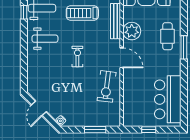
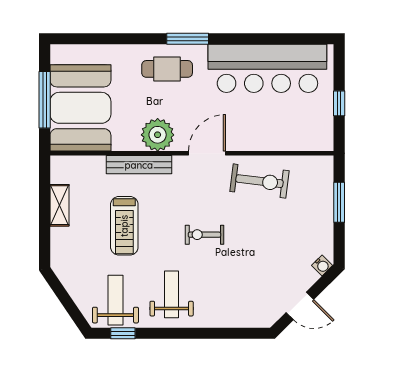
bar counter: (168, 99) -> (267, 68), width x1.36

